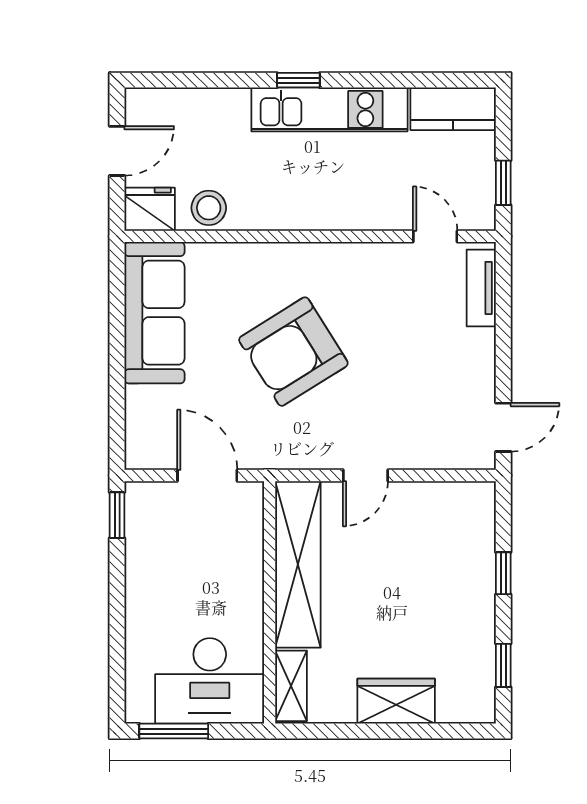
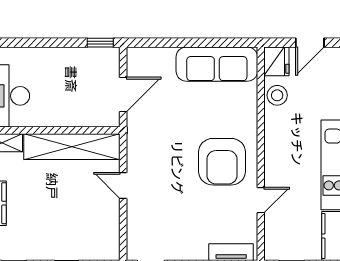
door: (117, 151) -> (310, 43), hinge flipped
door: (435, 236) -> (261, 200), moved
armchair: (293, 352) -> (222, 162), moved, turned -148

